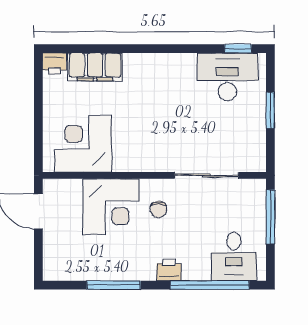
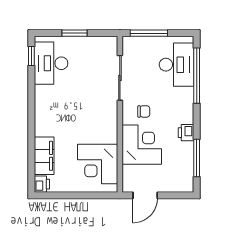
desk: (234, 256) -> (176, 65), width x1.37
printer: (169, 270) -> (186, 133), moved
window: (114, 285) -> (197, 158), moved

